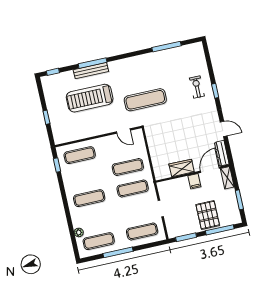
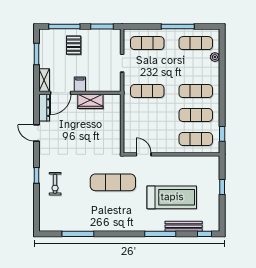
bench: (91, 71) -> (184, 226), moved
exercise mat: (128, 167) -> (196, 115), moved
pallet: (208, 215) -> (74, 45), width x0.67, depth x0.71

